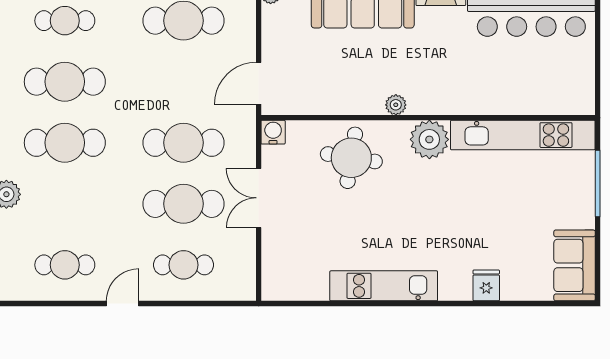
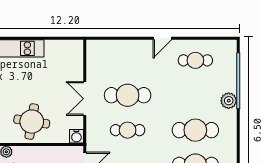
cafe table: (184, 143) -> (128, 130), width x0.73, depth x0.74
double door: (259, 198) -> (85, 99), swing flipped
cafe table: (184, 265) -> (128, 60), removed

